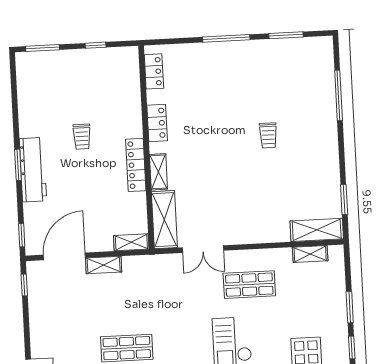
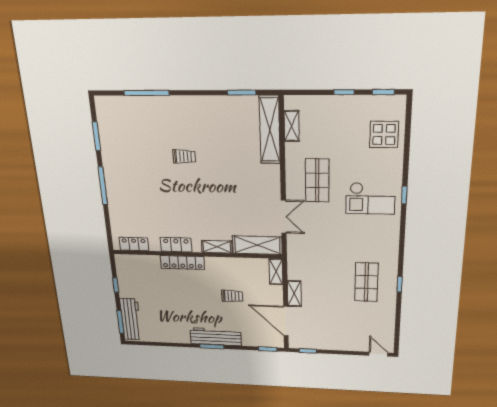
workbench: (48, 62) -> (131, 319), added
trolley: (82, 137) -> (232, 296), moved
locker: (136, 165) -> (182, 262), moved
shelving: (317, 230) -> (270, 130), width x1.47
window: (350, 307) -> (344, 92), width x0.67

